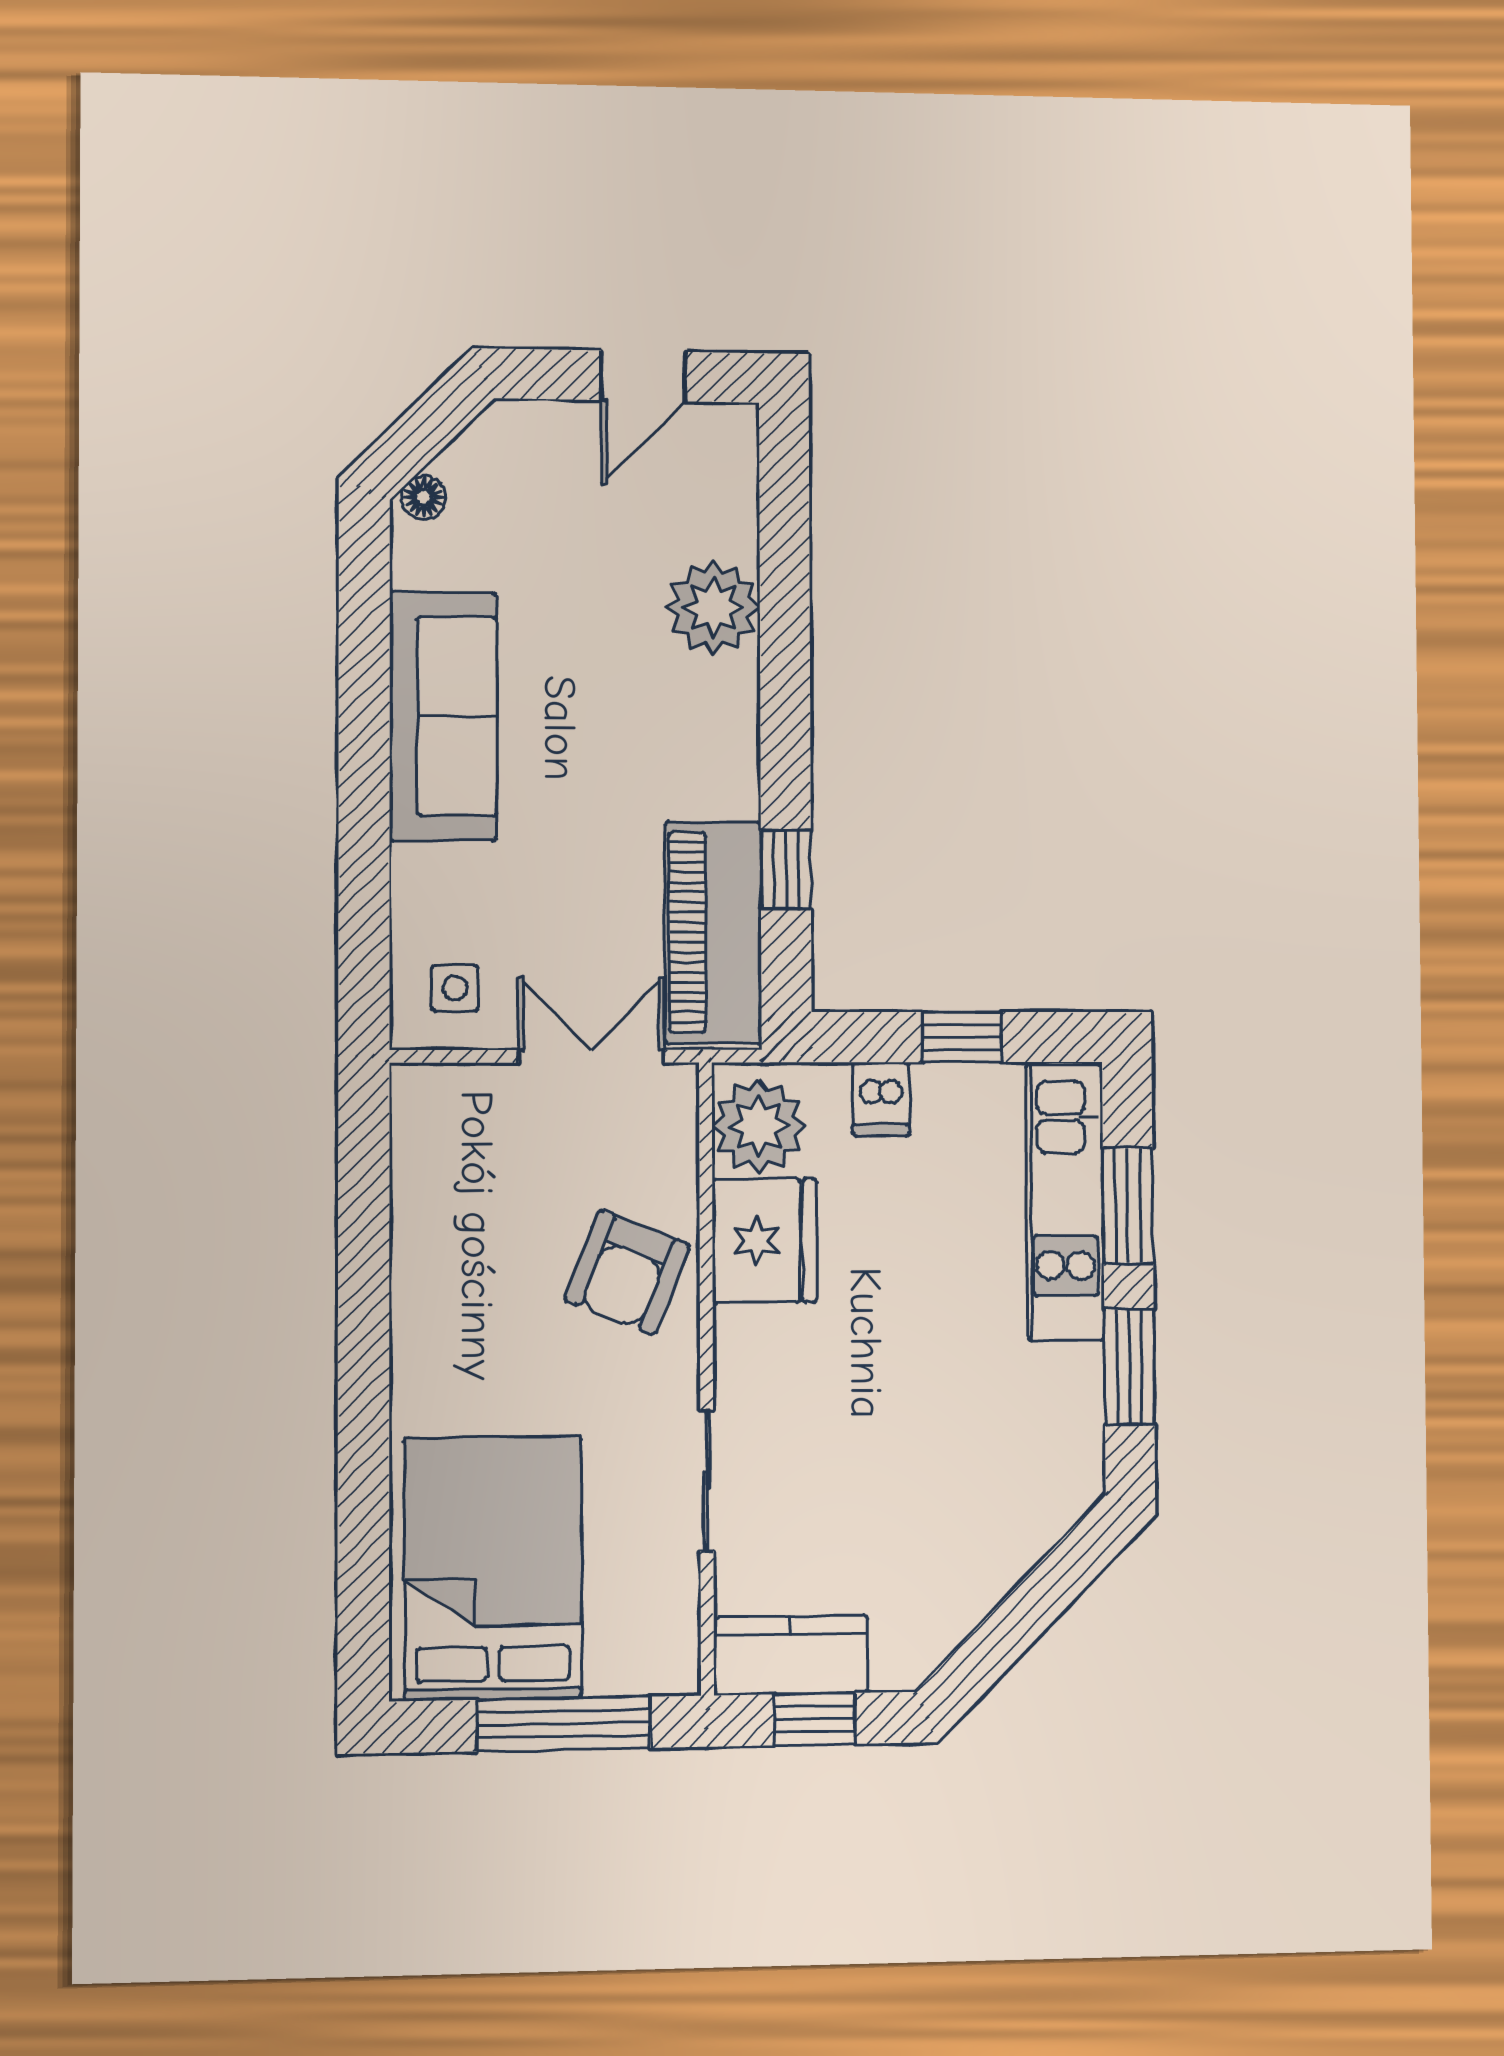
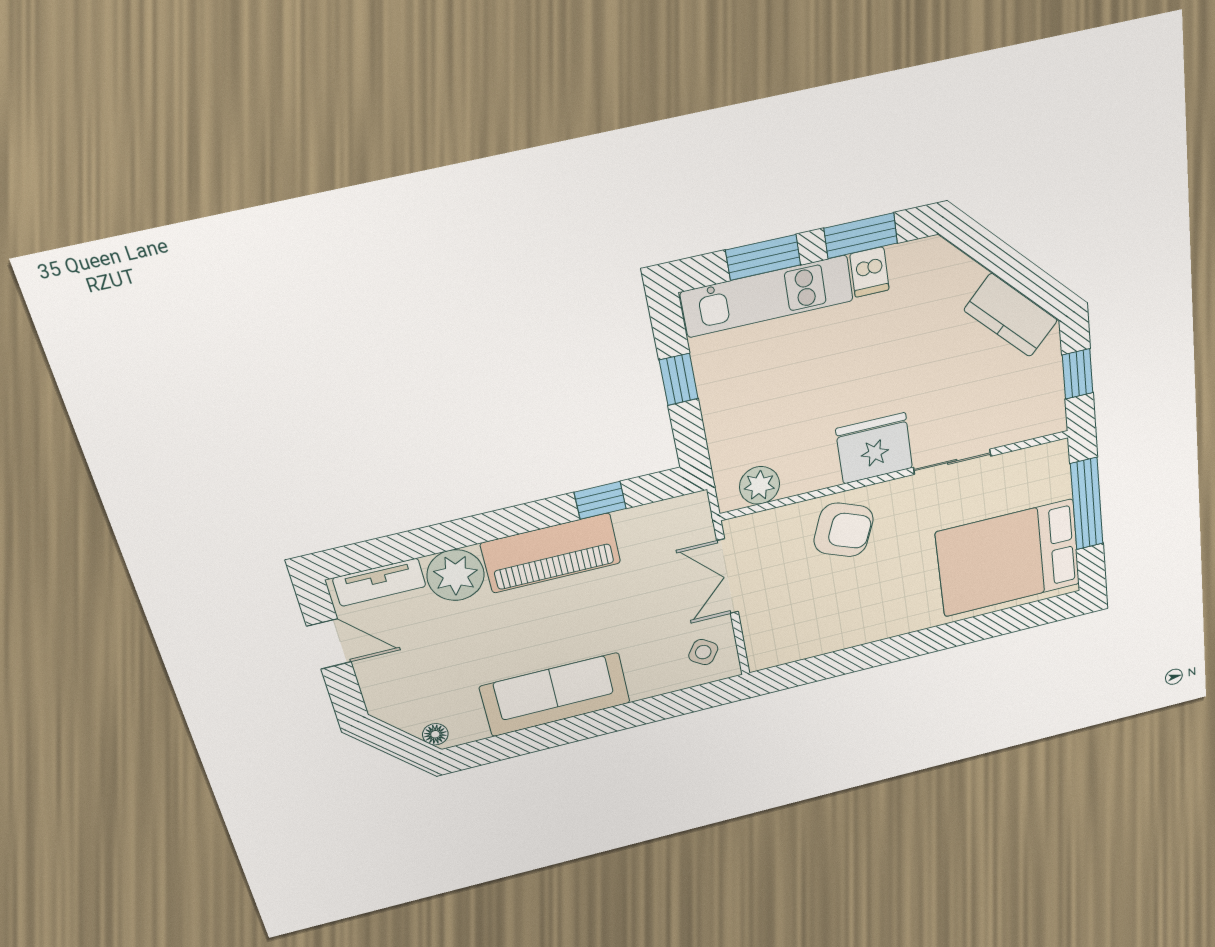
tv unit: (732, 485) -> (379, 582), added
piano: (713, 932) -> (551, 553), moved
side table: (455, 988) -> (703, 652), turned 34
dishwasher: (881, 1099) -> (869, 272), moved, turned 90
plant: (759, 1126) -> (759, 485), width x0.73, depth x0.73
fridge: (765, 1240) -> (874, 448), moved
kitchen counter: (791, 1655) -> (1011, 315), moved, turned -45

